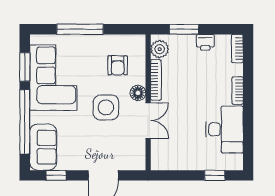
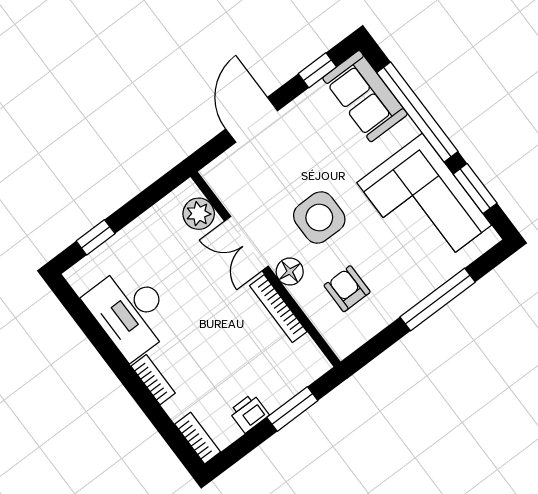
plant: (160, 49) -> (199, 214), moved

